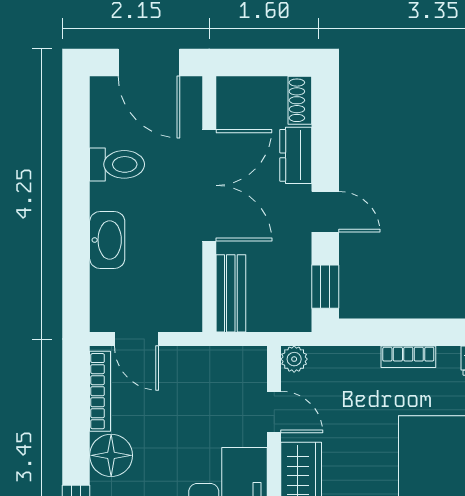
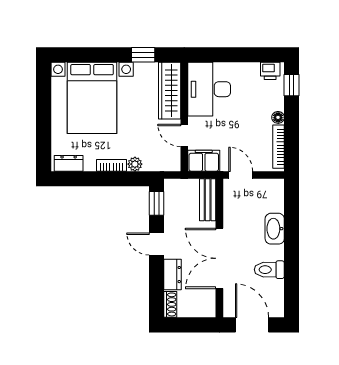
door: (136, 339) -> (241, 175), moved
plant: (294, 359) -> (135, 164), moved
filing cabinet: (238, 365) -> (204, 161), added
floor lamp: (111, 455) -> (278, 117), width x0.53, depth x0.53

